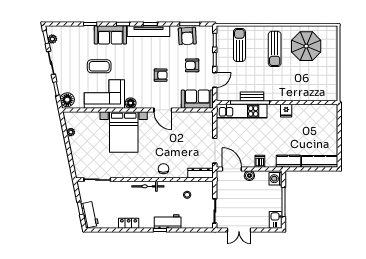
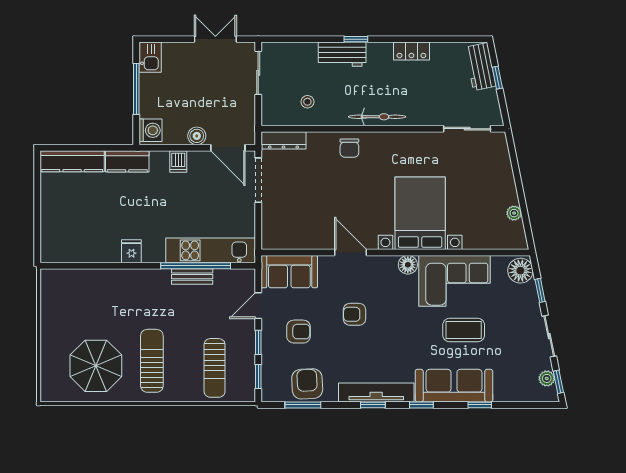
sofa: (110, 35) -> (454, 386), width x1.36

